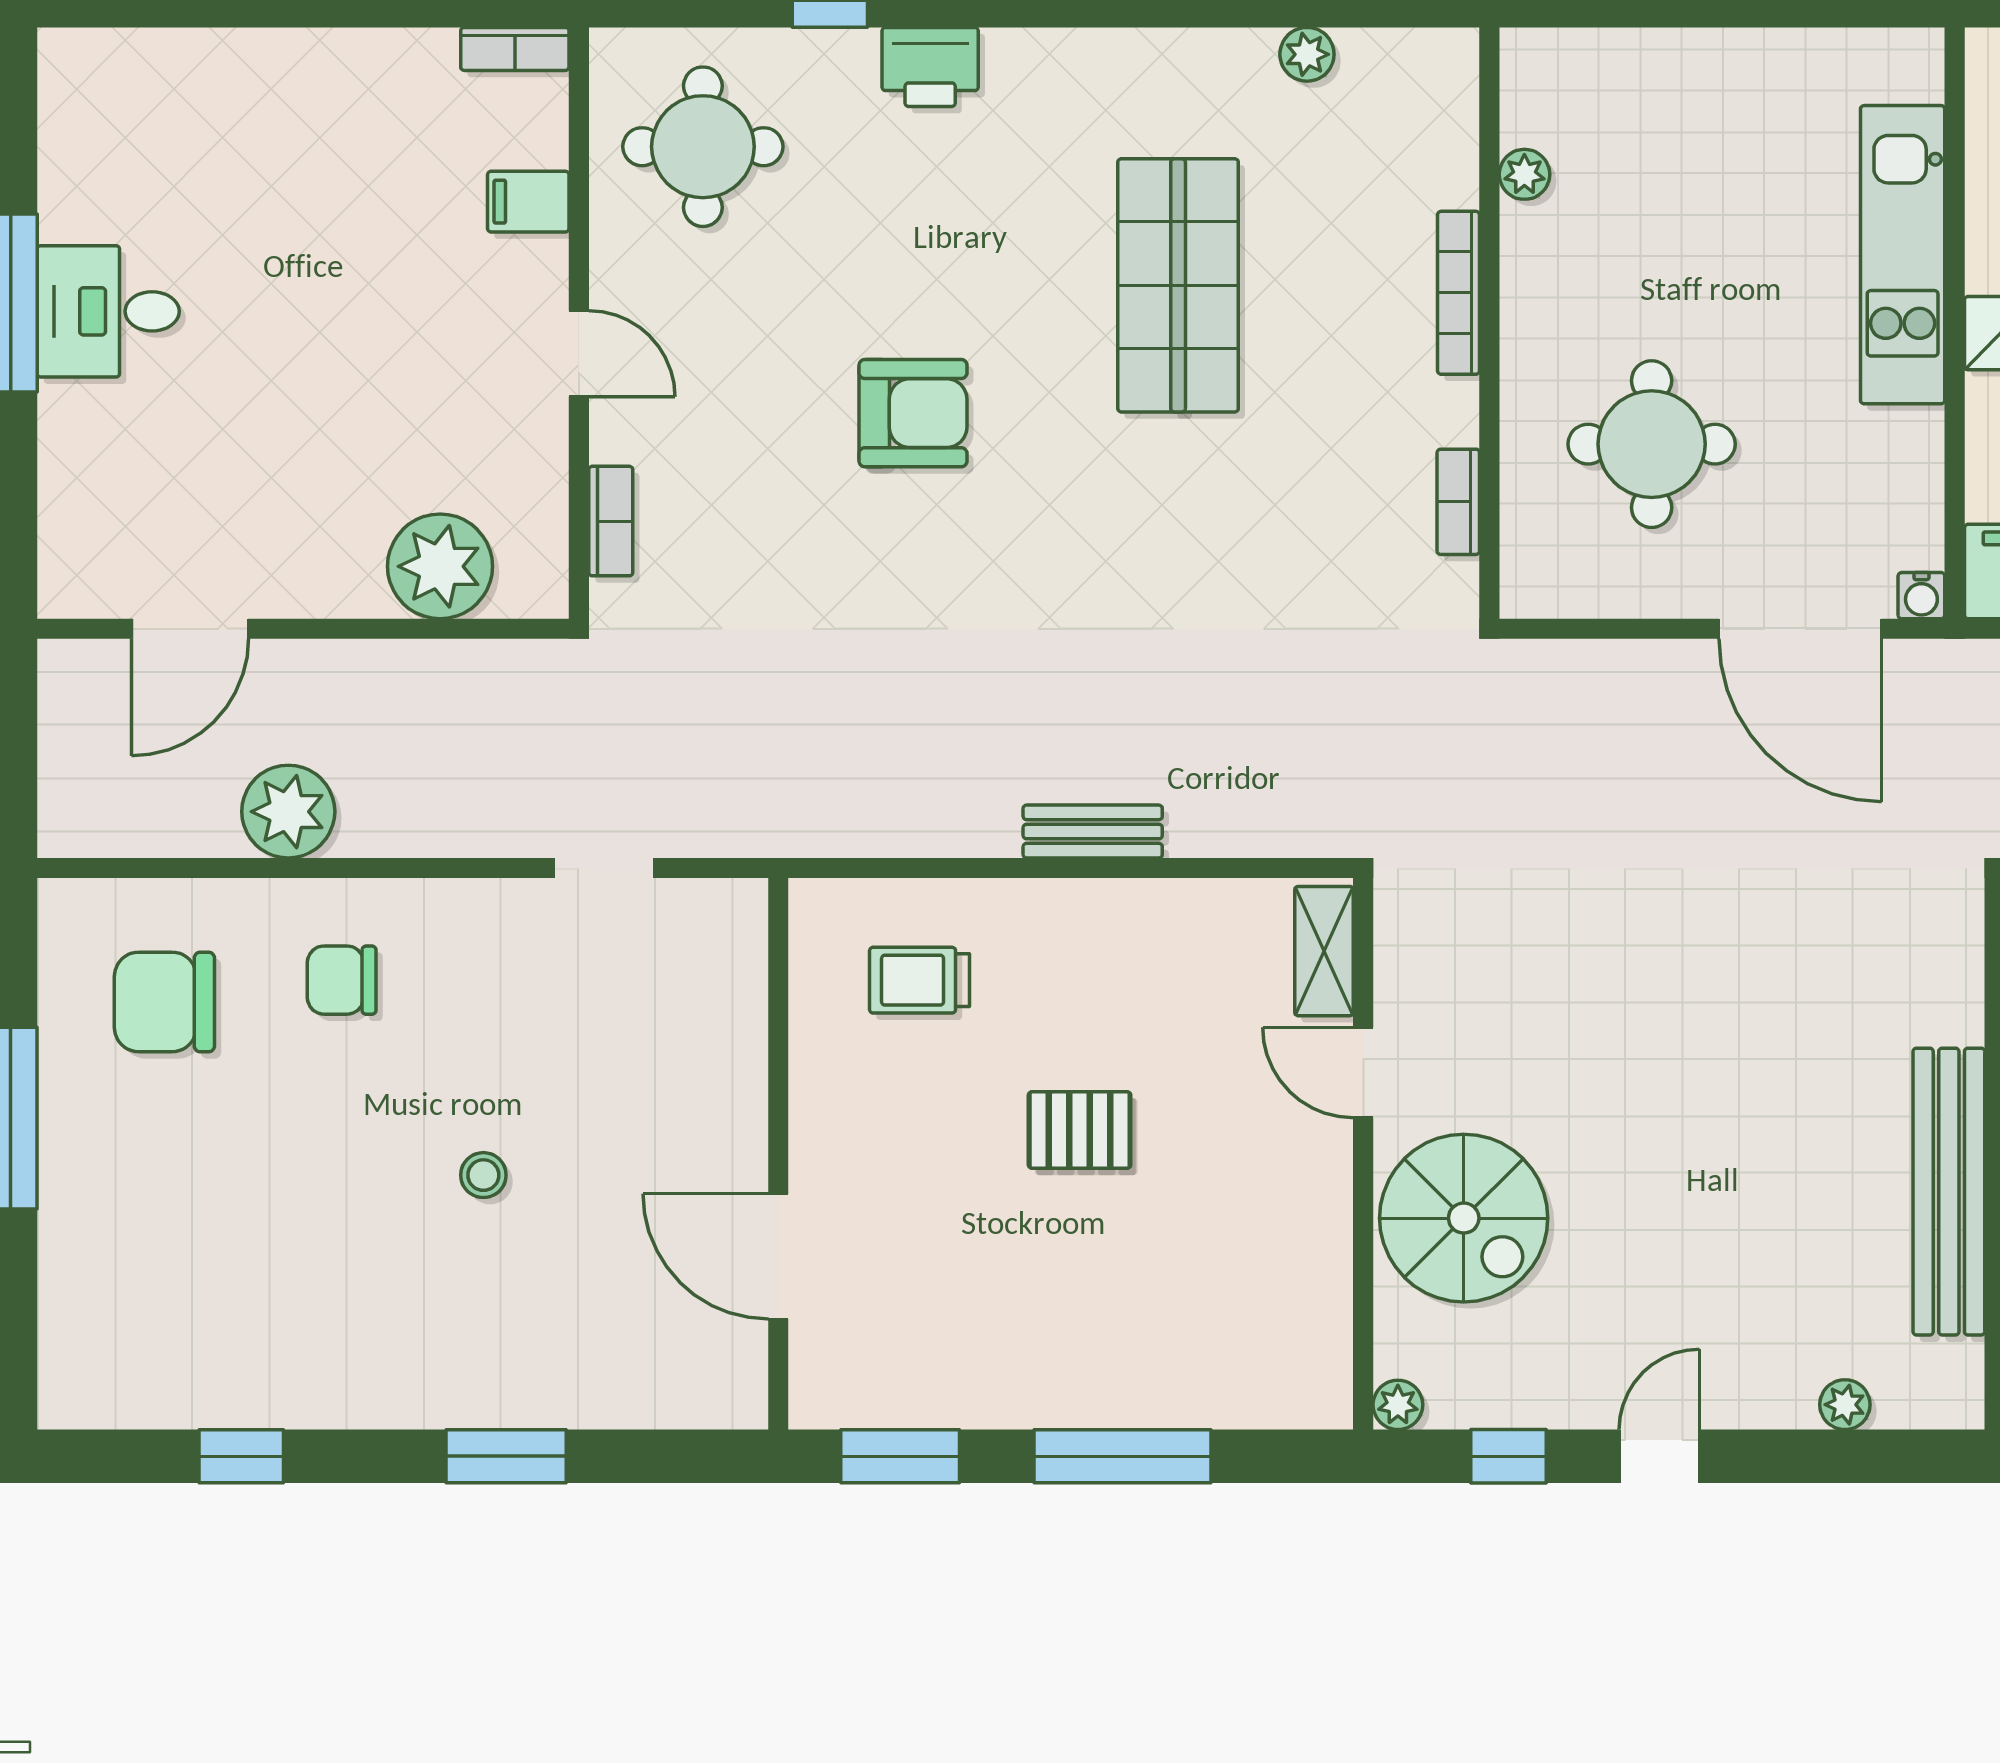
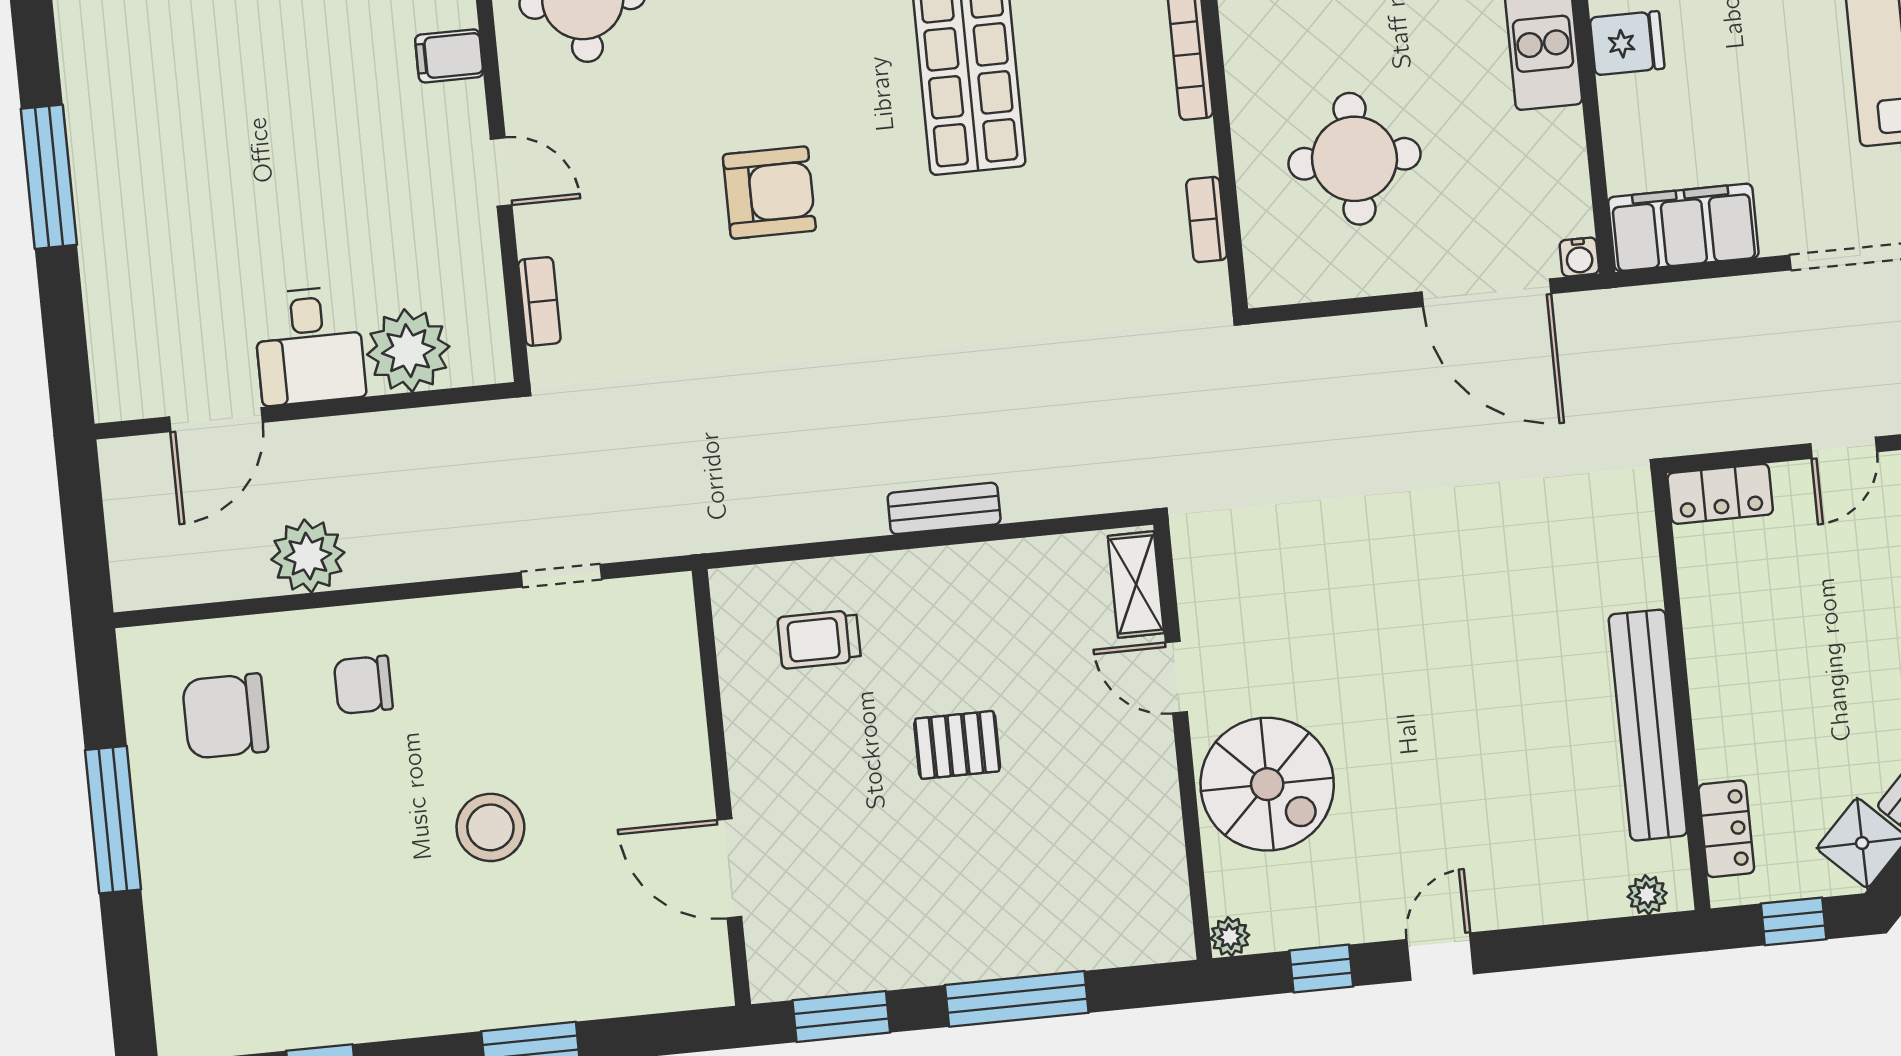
desk: (108, 311) -> (309, 346), moved, turned -90
stool: (483, 1175) -> (490, 827), width x1.89, depth x1.89
plant: (1845, 1405) -> (1647, 895), moved

